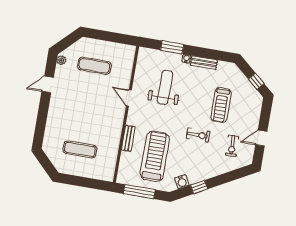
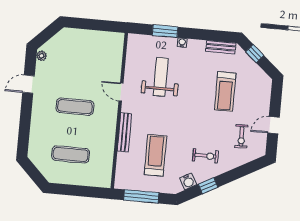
bench: (204, 63) -> (221, 47), moved
exercise mat: (94, 66) -> (75, 107), moved
window: (256, 81) -> (255, 54), moved
exercise bike: (198, 135) -> (205, 156), moved
bench: (128, 138) -> (124, 132), width x1.36
treadmill: (155, 156) -> (155, 155), width x0.73, depth x0.73

